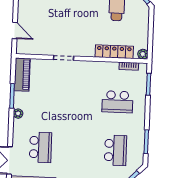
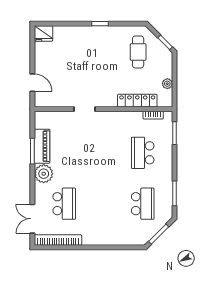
plant: (143, 54) -> (167, 84), moved
piano: (22, 75) -> (42, 146), moved
school desk: (117, 102) -> (143, 153), turned 90
plant: (18, 114) -> (44, 174), width x1.88, depth x1.88

